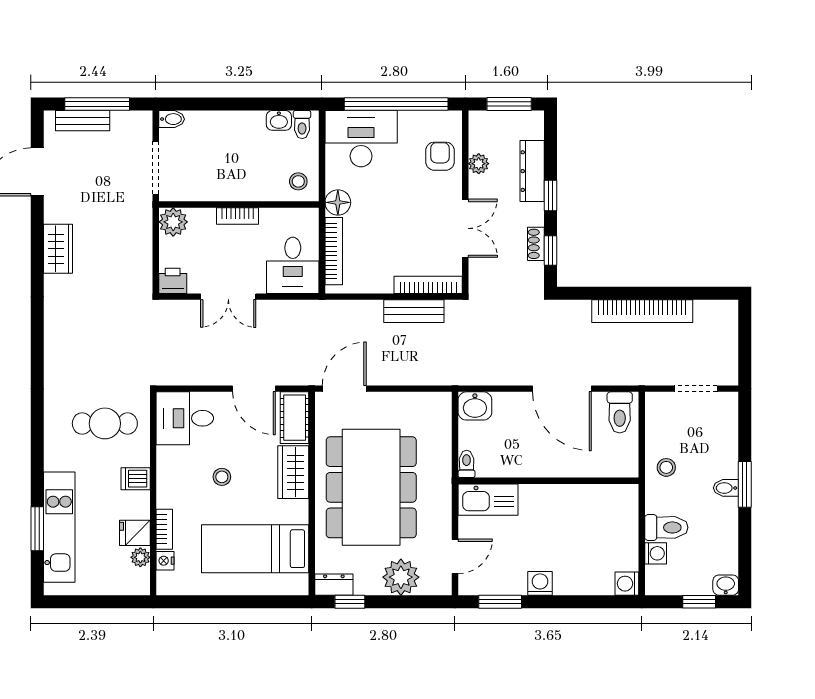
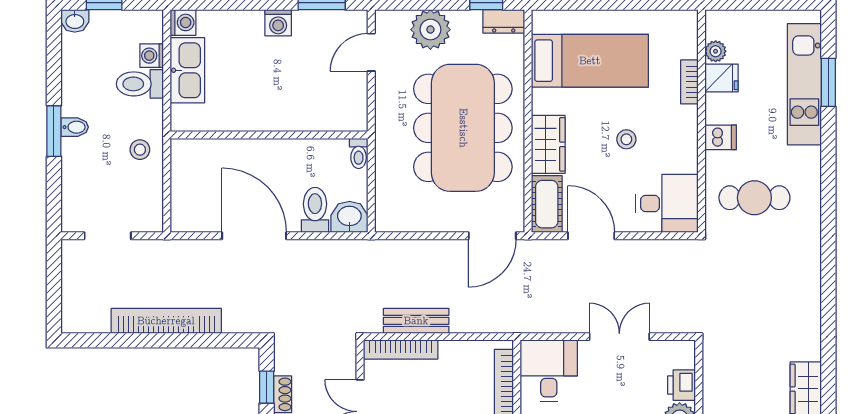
printer: (173, 281) -> (682, 385), moved, turned 90
toilet: (620, 412) -> (315, 210), moved
kitchen sink: (488, 500) -> (187, 70), moved, turned 90
nightstand: (165, 561) -> (689, 48), removed

